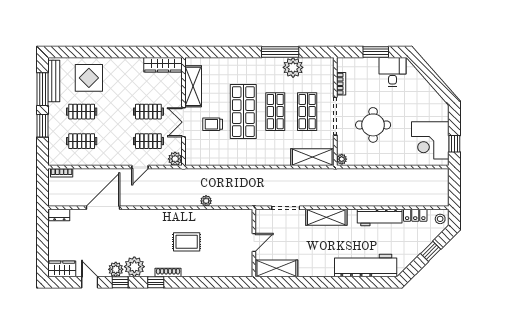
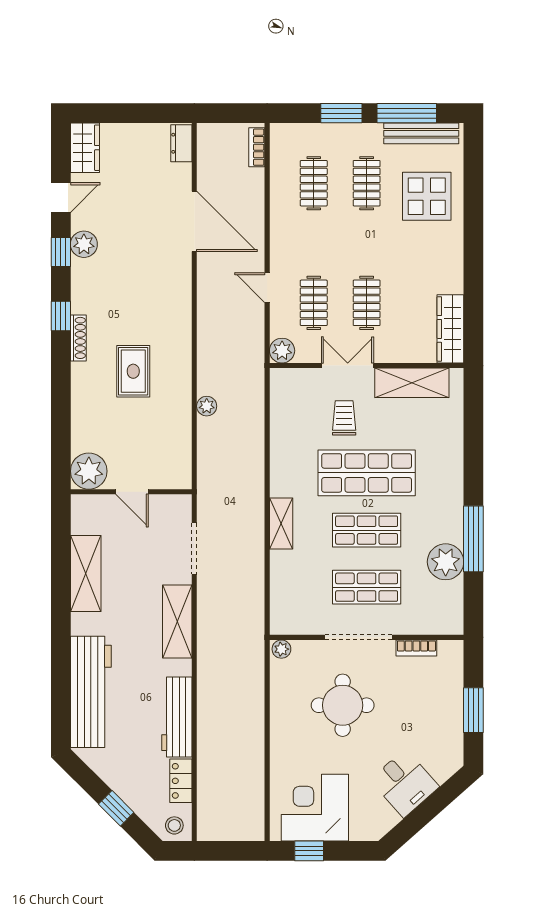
desk: (392, 72) -> (405, 783), moved, turned 48
shelving: (312, 157) -> (281, 523), moved, width x0.67, depth x0.75
plant: (134, 267) -> (89, 471), moved
shelving: (276, 268) -> (86, 574), moved

